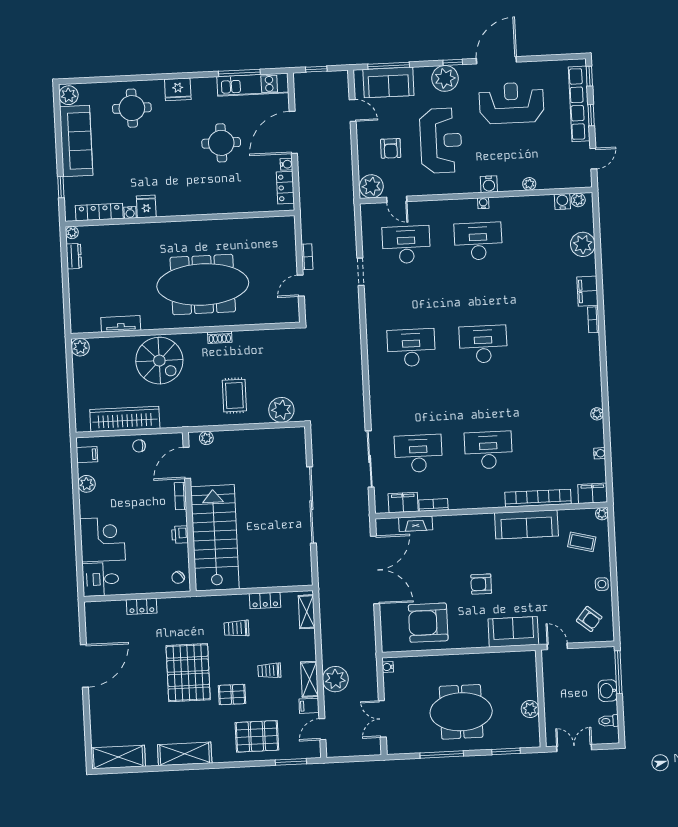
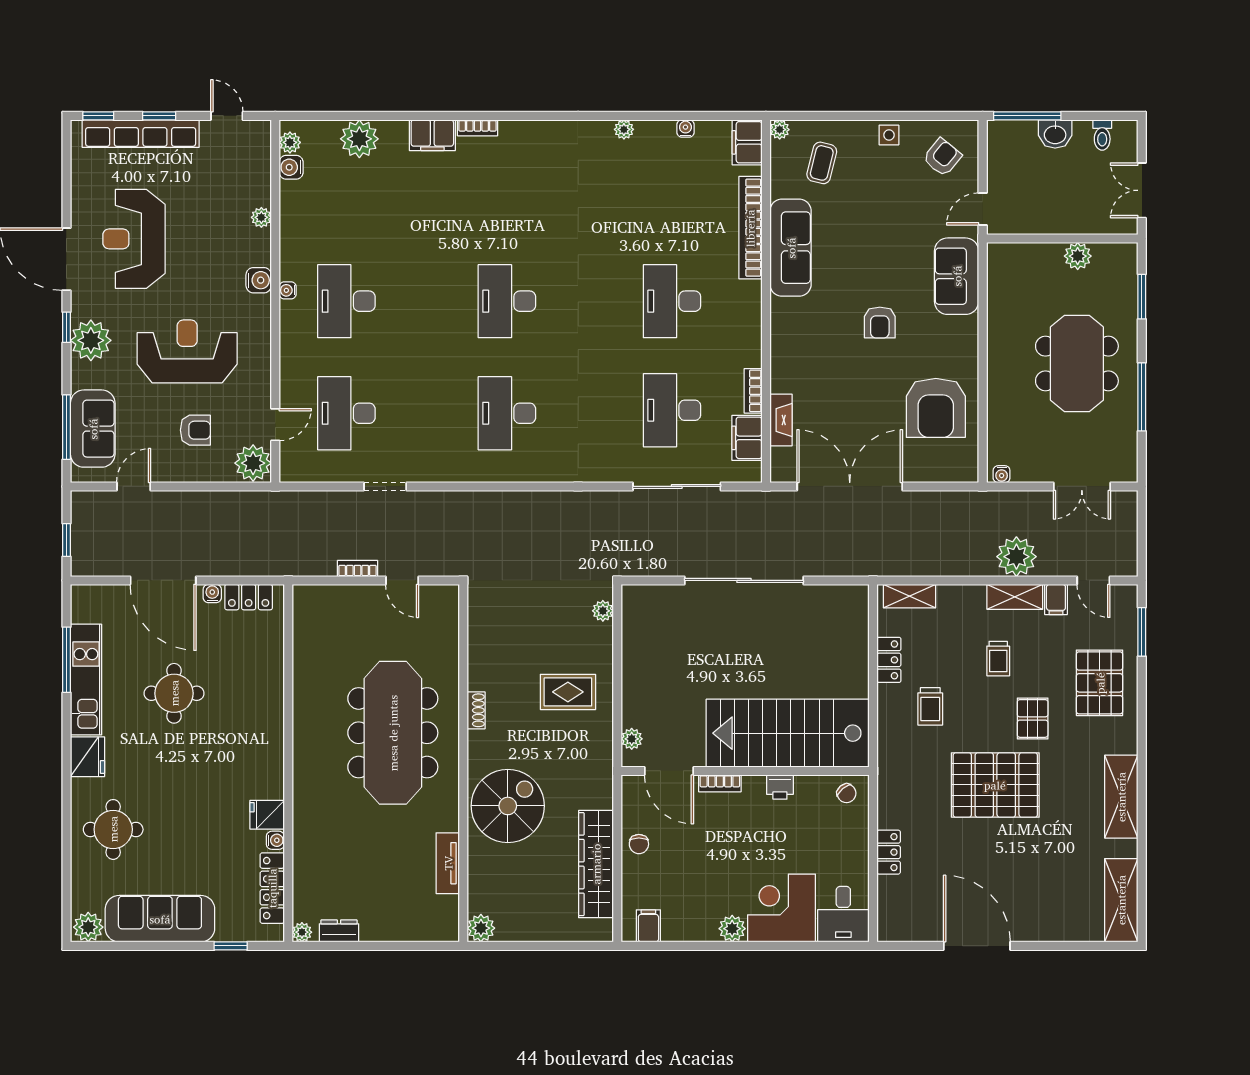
kitchen unit: (253, 85) -> (86, 680), moved
plant: (281, 410) -> (603, 611), width x0.53, depth x0.53
plant: (87, 484) -> (732, 929), moved

